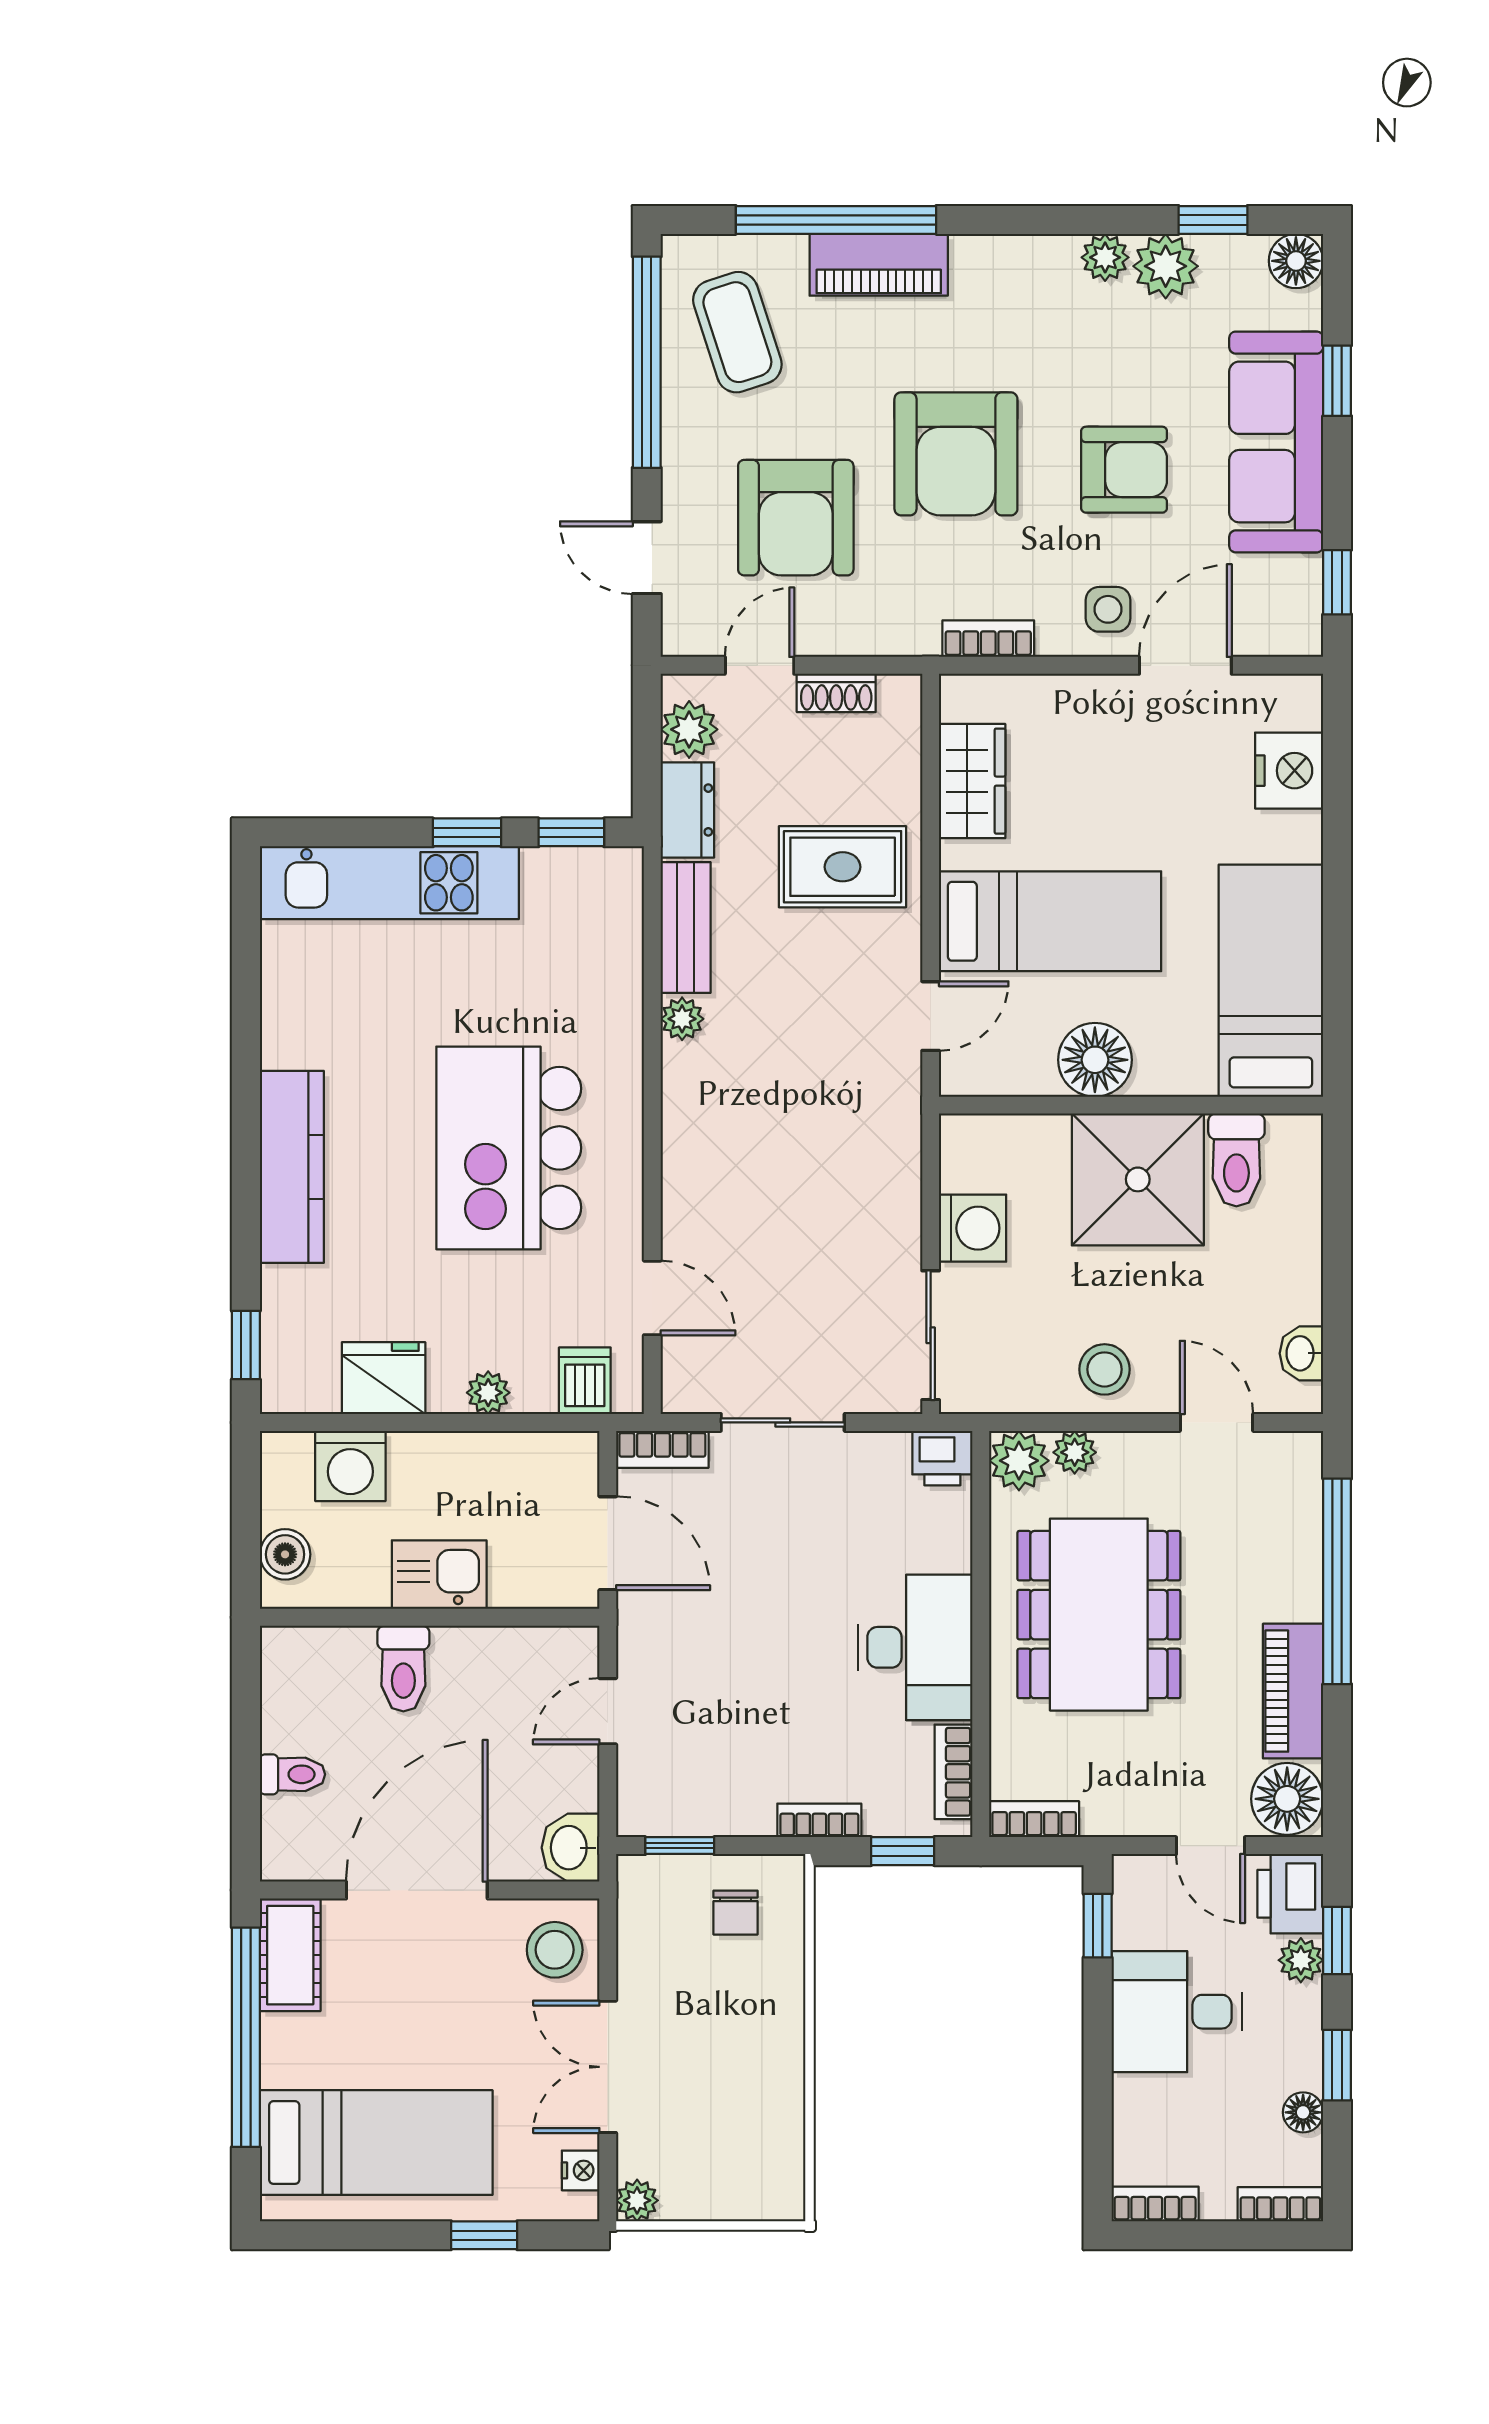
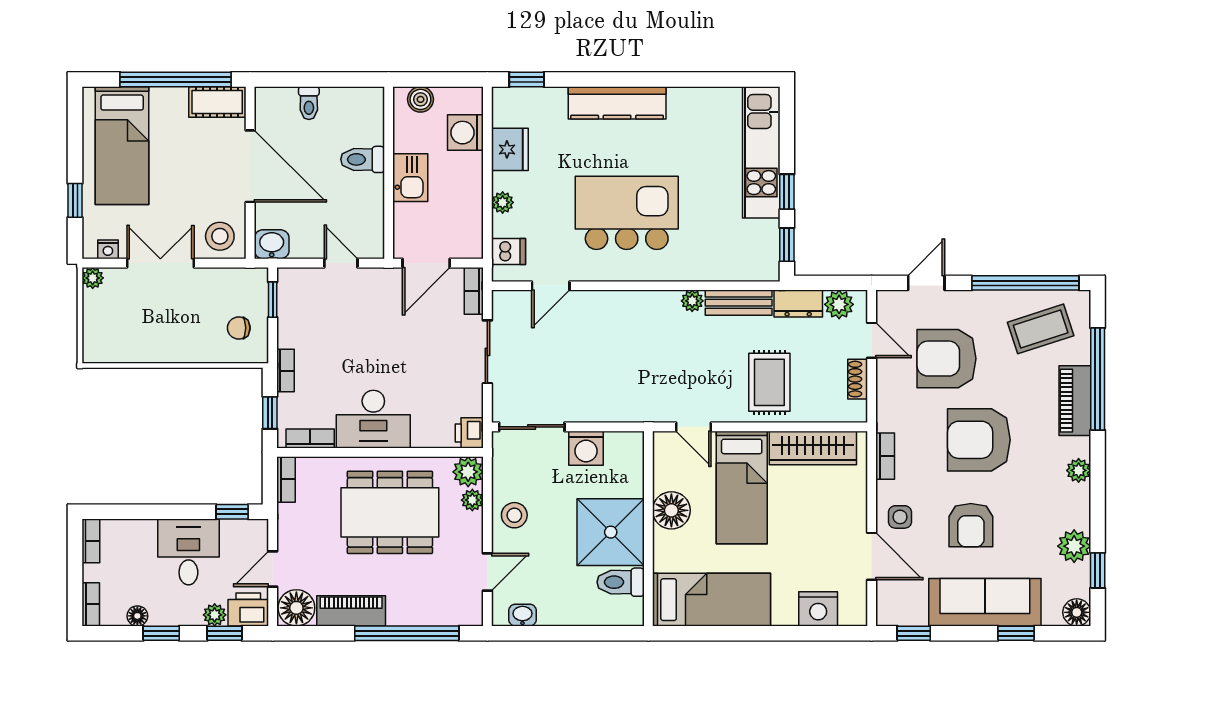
plant: (1105, 257) -> (1079, 470), moved
wardrobe: (972, 781) -> (813, 448), width x1.50

